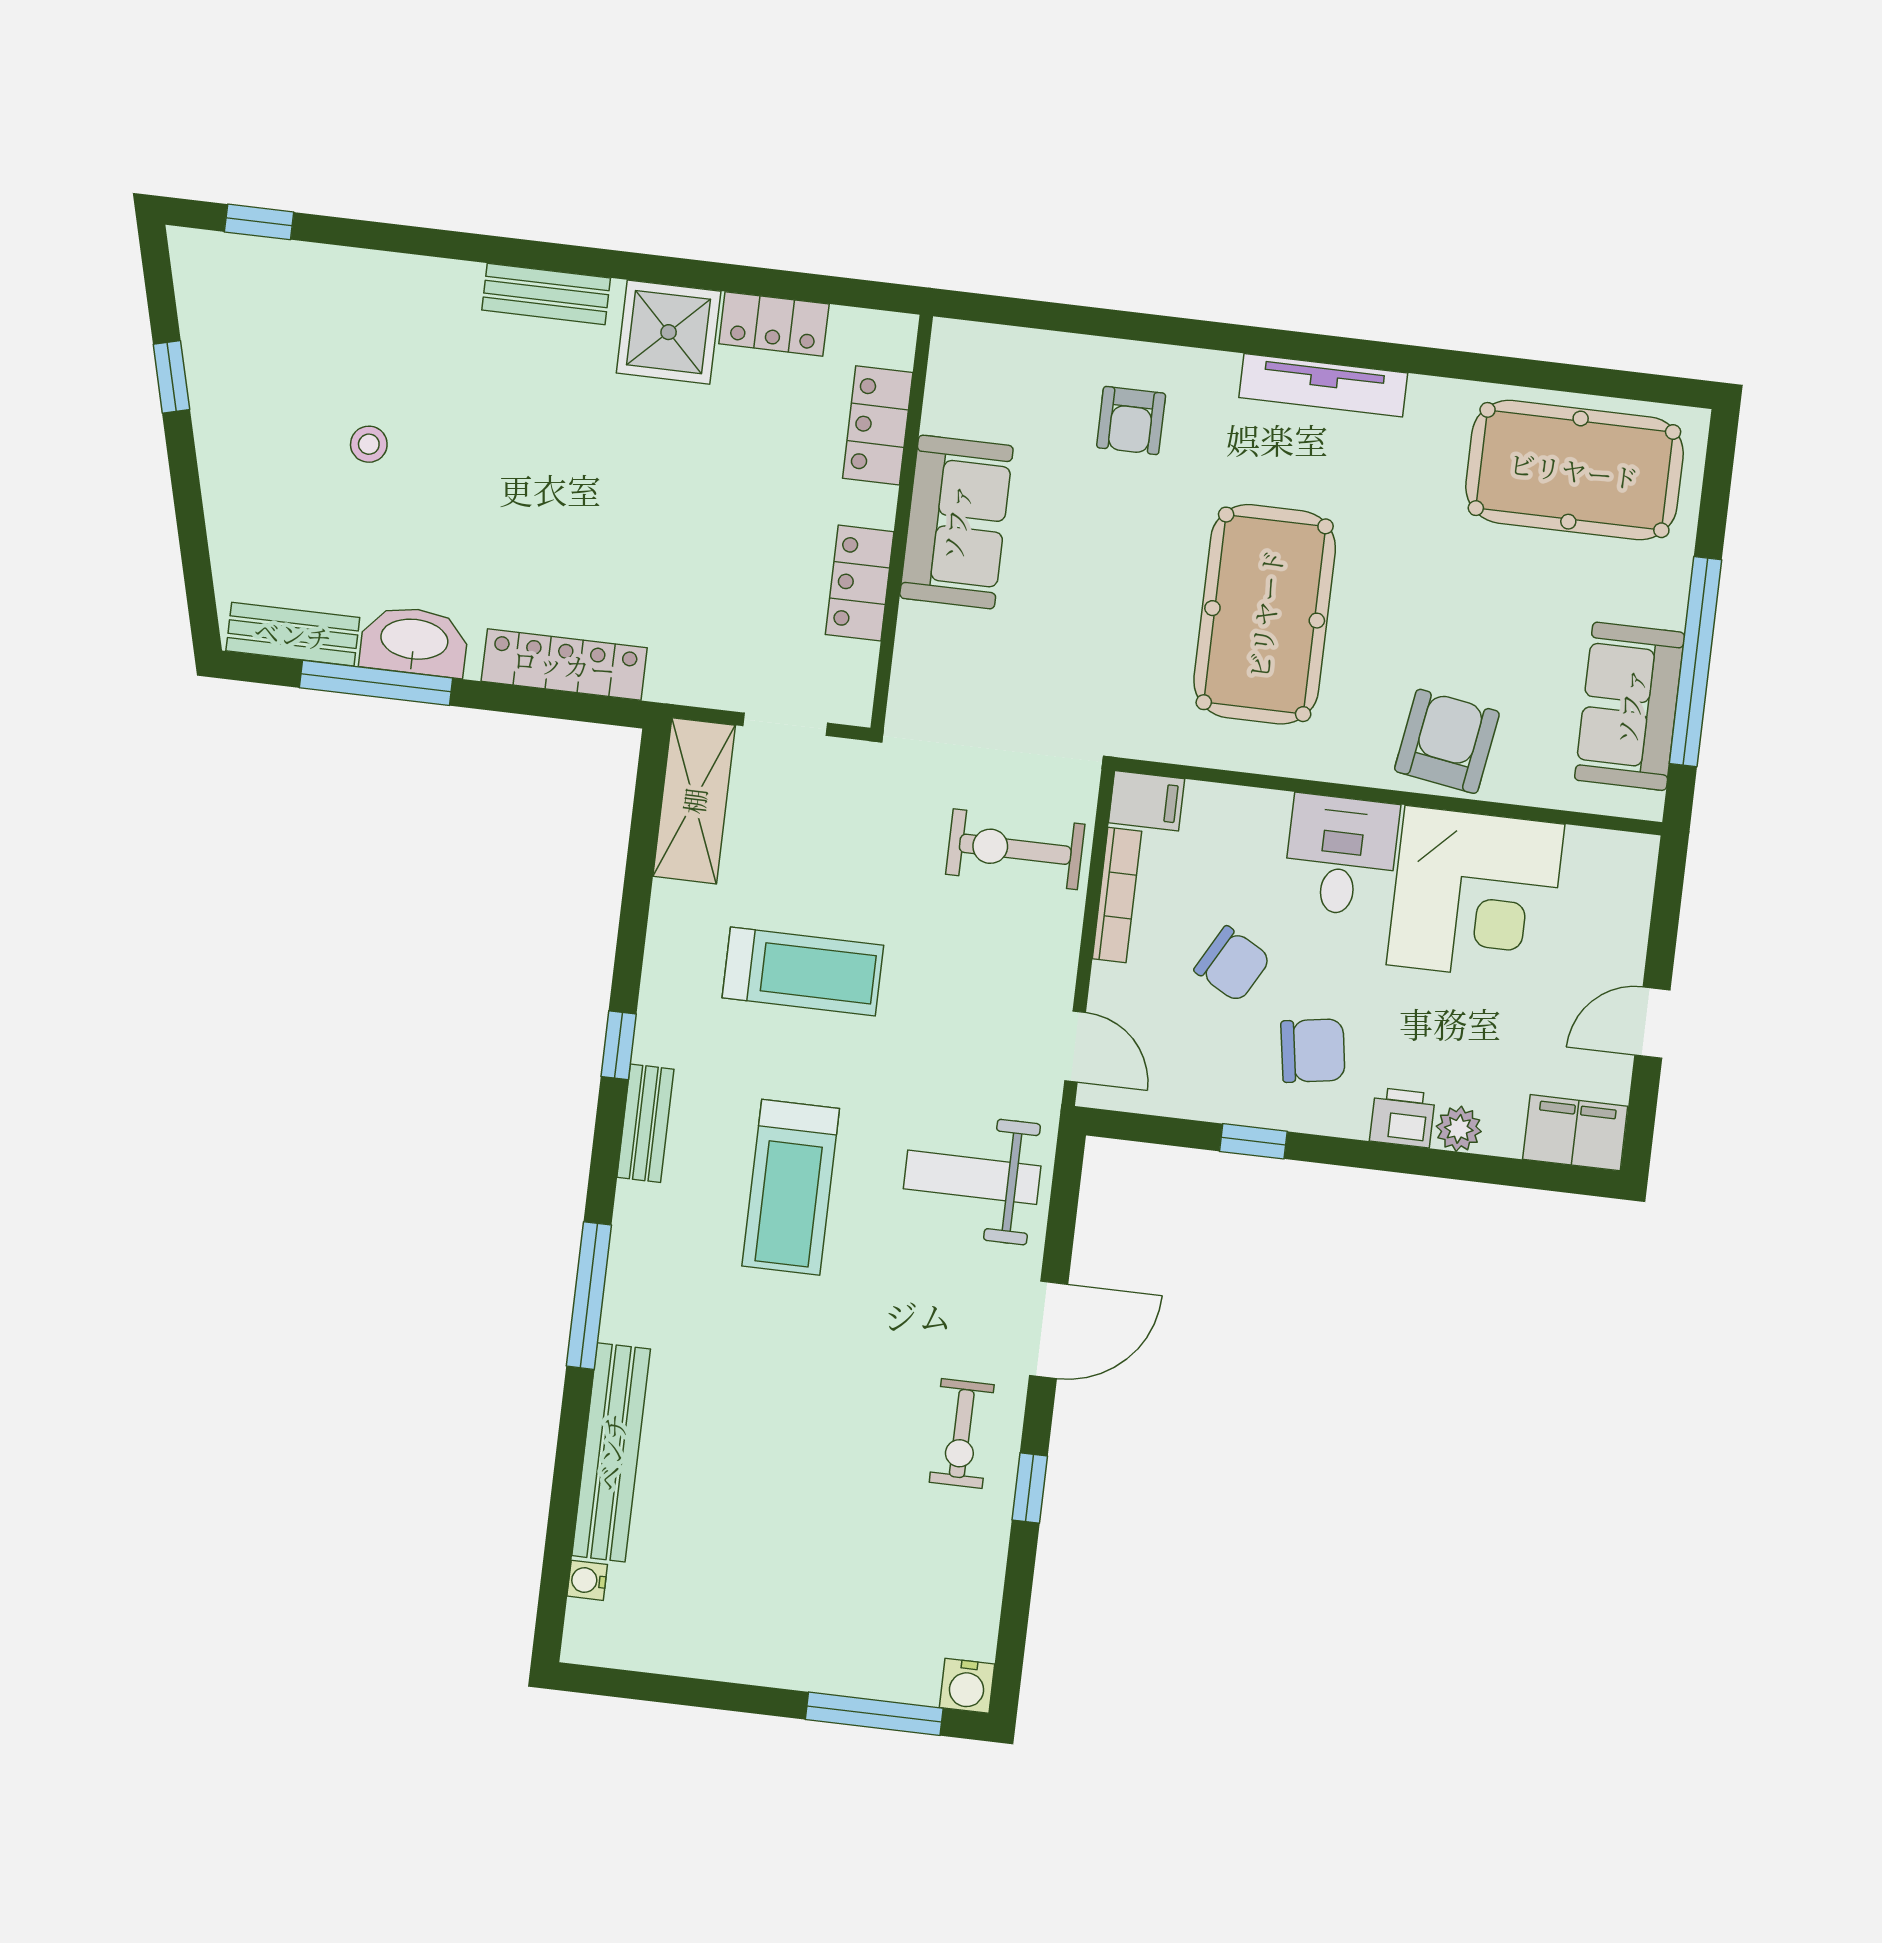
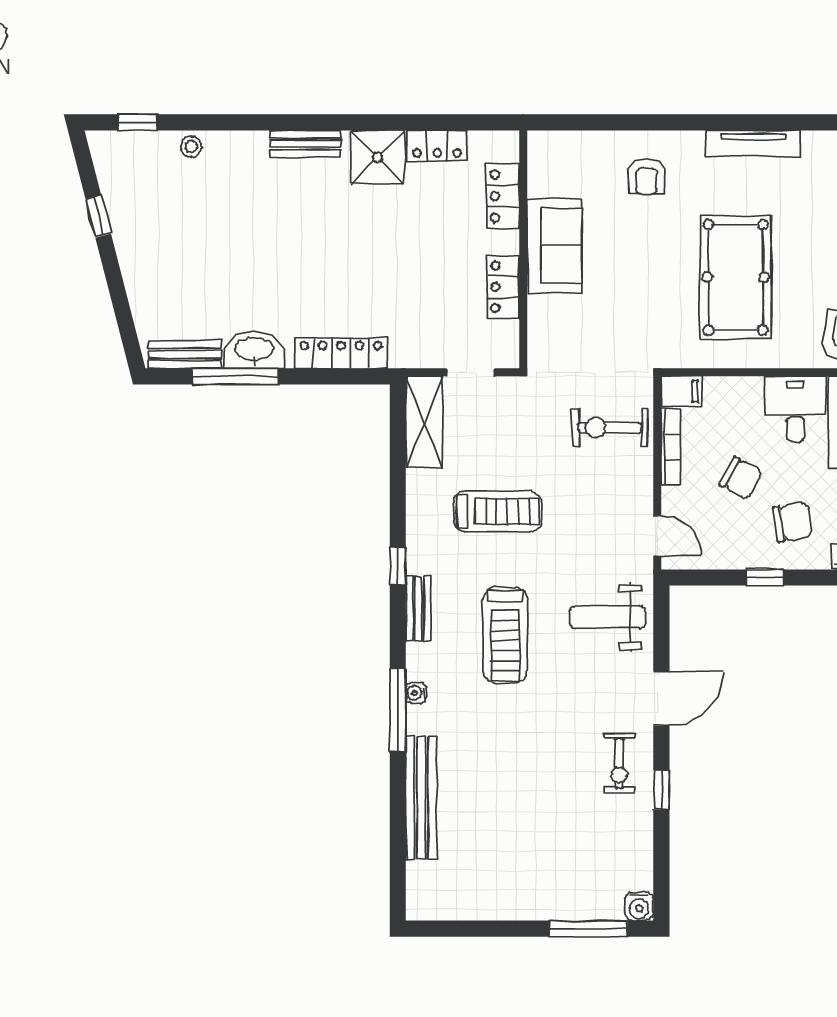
stool: (369, 444) -> (191, 146), moved
water cooler: (587, 1580) -> (416, 693), moved

